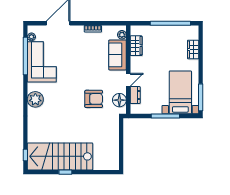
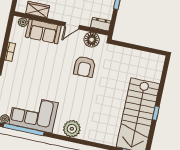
door: (128, 80) -> (72, 26), swing flipped
dresser: (135, 95) -> (101, 24), moved
armchair: (94, 99) -> (85, 67), turned 180

